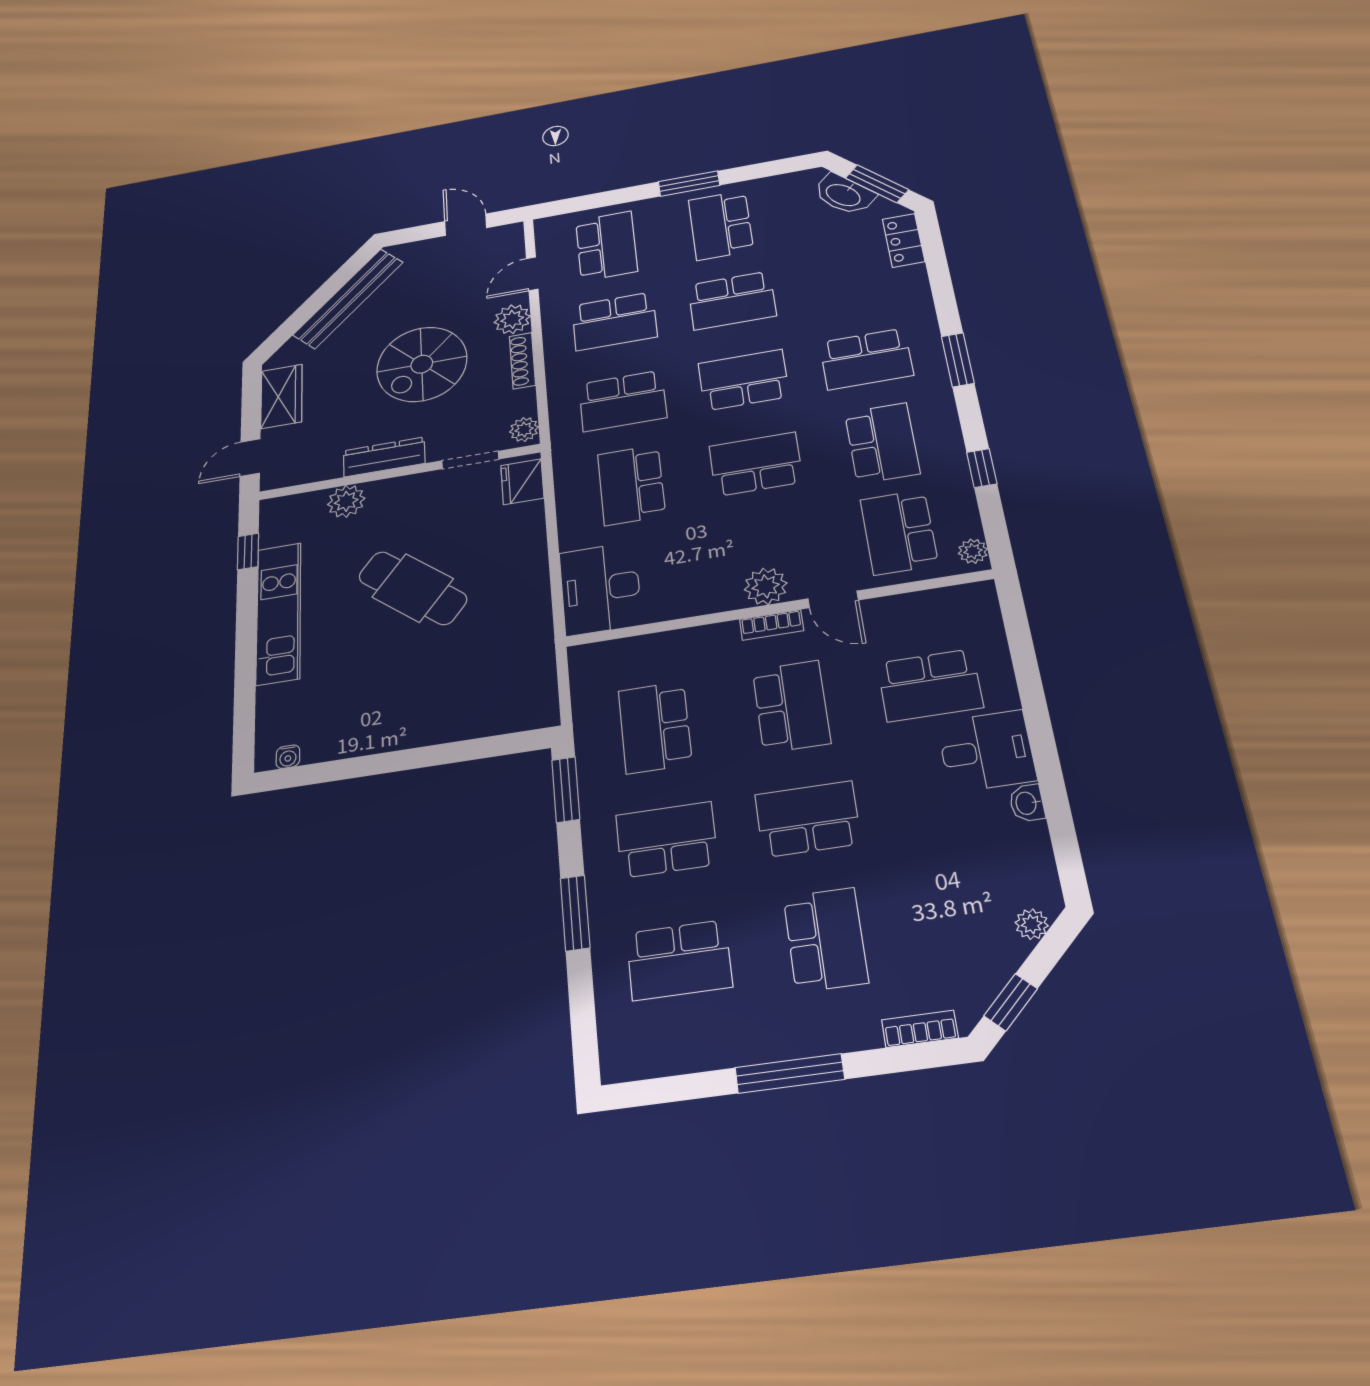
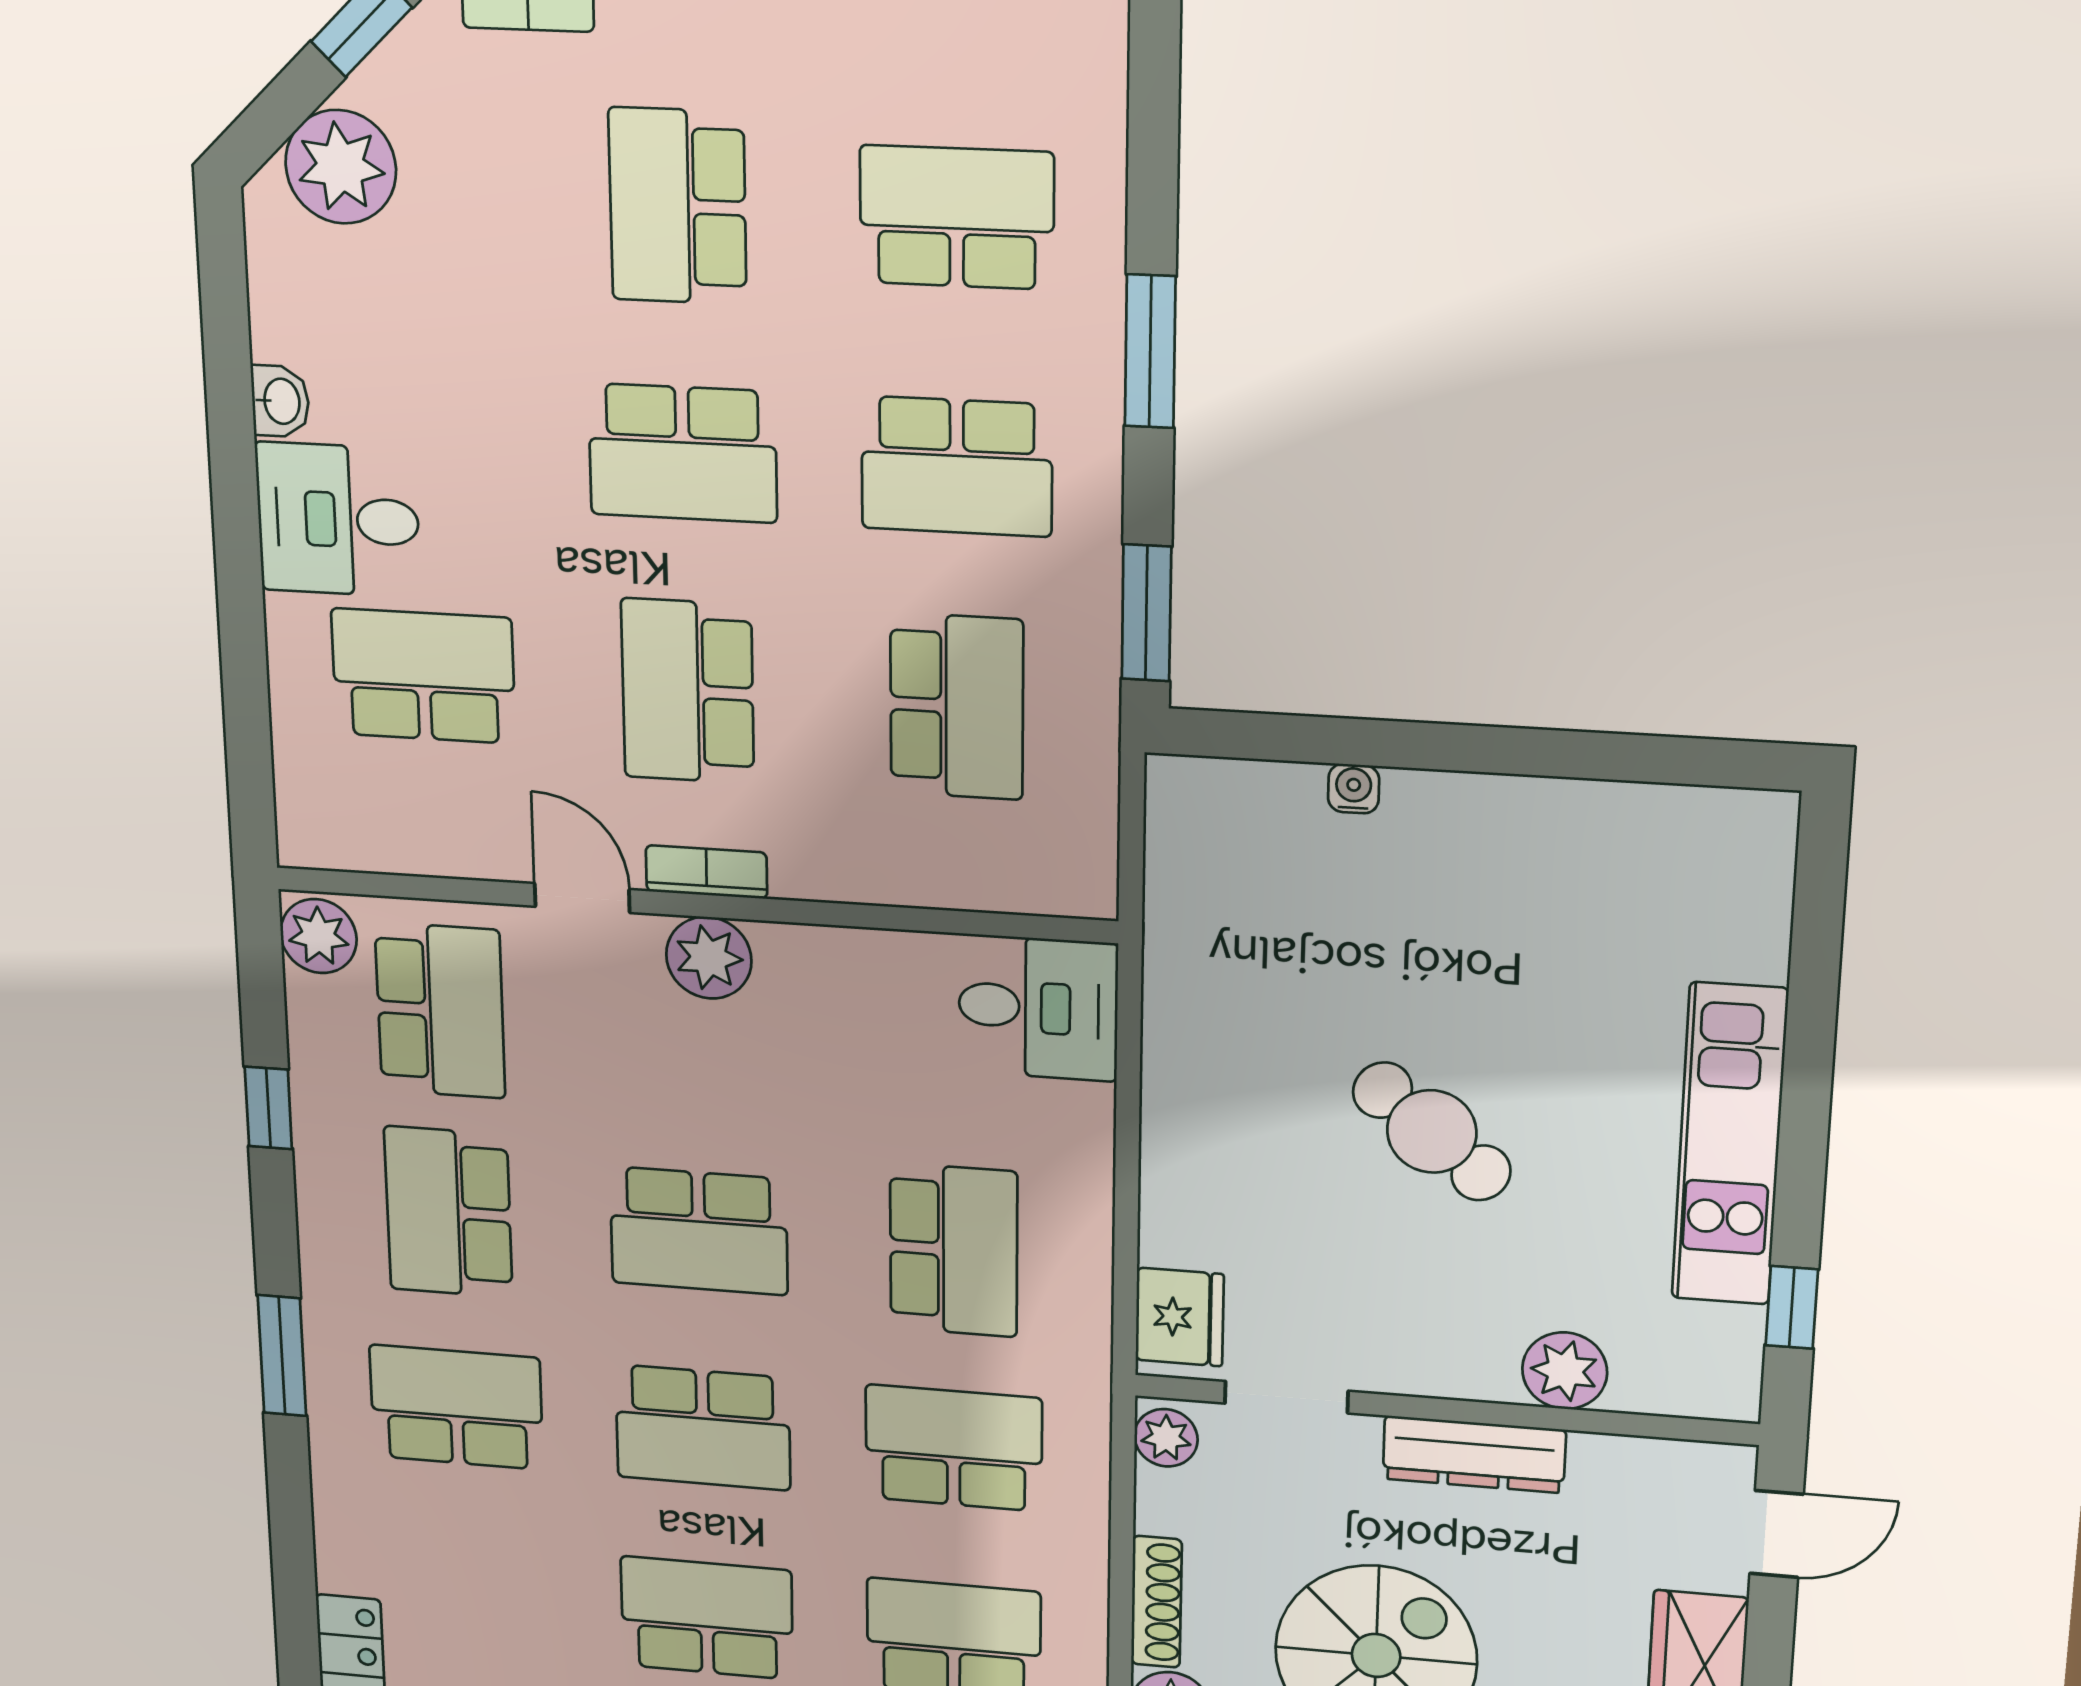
plant: (973, 551) -> (318, 936), width x1.38, depth x1.38
cafe table: (413, 588) -> (1432, 1131), width x0.73, depth x0.74
desk: (600, 589) -> (1038, 1008), width x0.73
water cooler: (288, 757) -> (1354, 789), moved
plant: (1032, 924) -> (341, 167), width x1.87, depth x1.87

